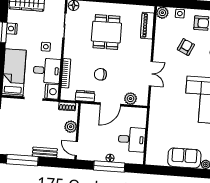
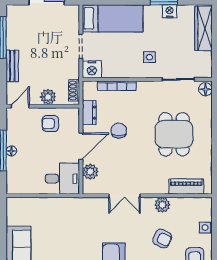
plant: (162, 13) -> (162, 205), moved
dining table: (106, 32) -> (174, 134), turned 90
desk: (47, 71) -> (118, 61), removed
door: (110, 104) -> (81, 146), swing flipped
armchair: (91, 127) -> (50, 124), added
desk: (132, 139) -> (62, 179), moved, turned -90

